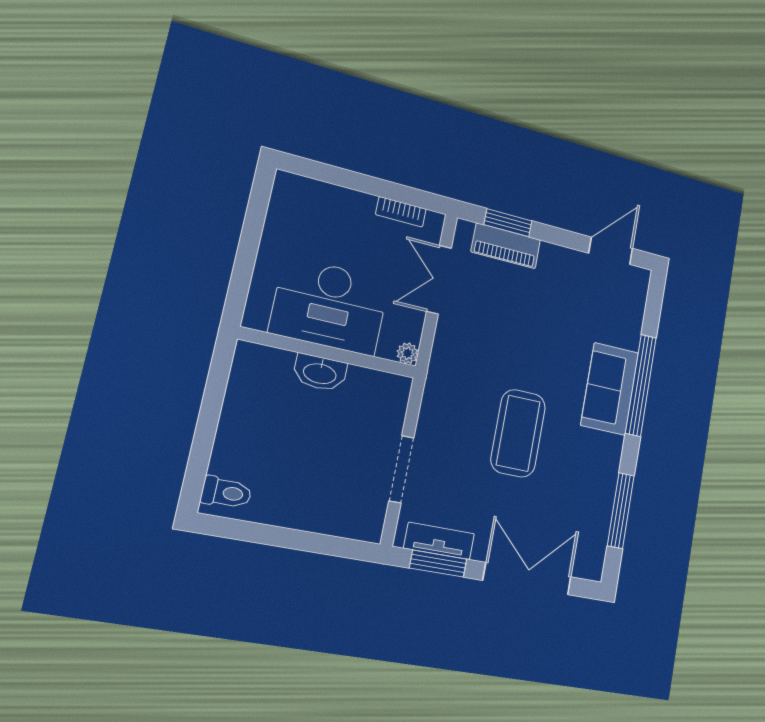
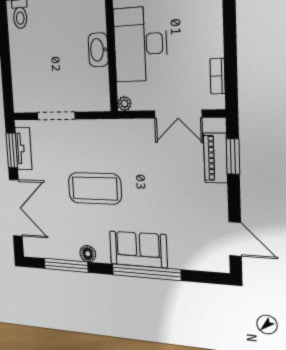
double door: (439, 280) -> (178, 114), swing flipped
floor lamp: (608, 470) -> (88, 254), added

